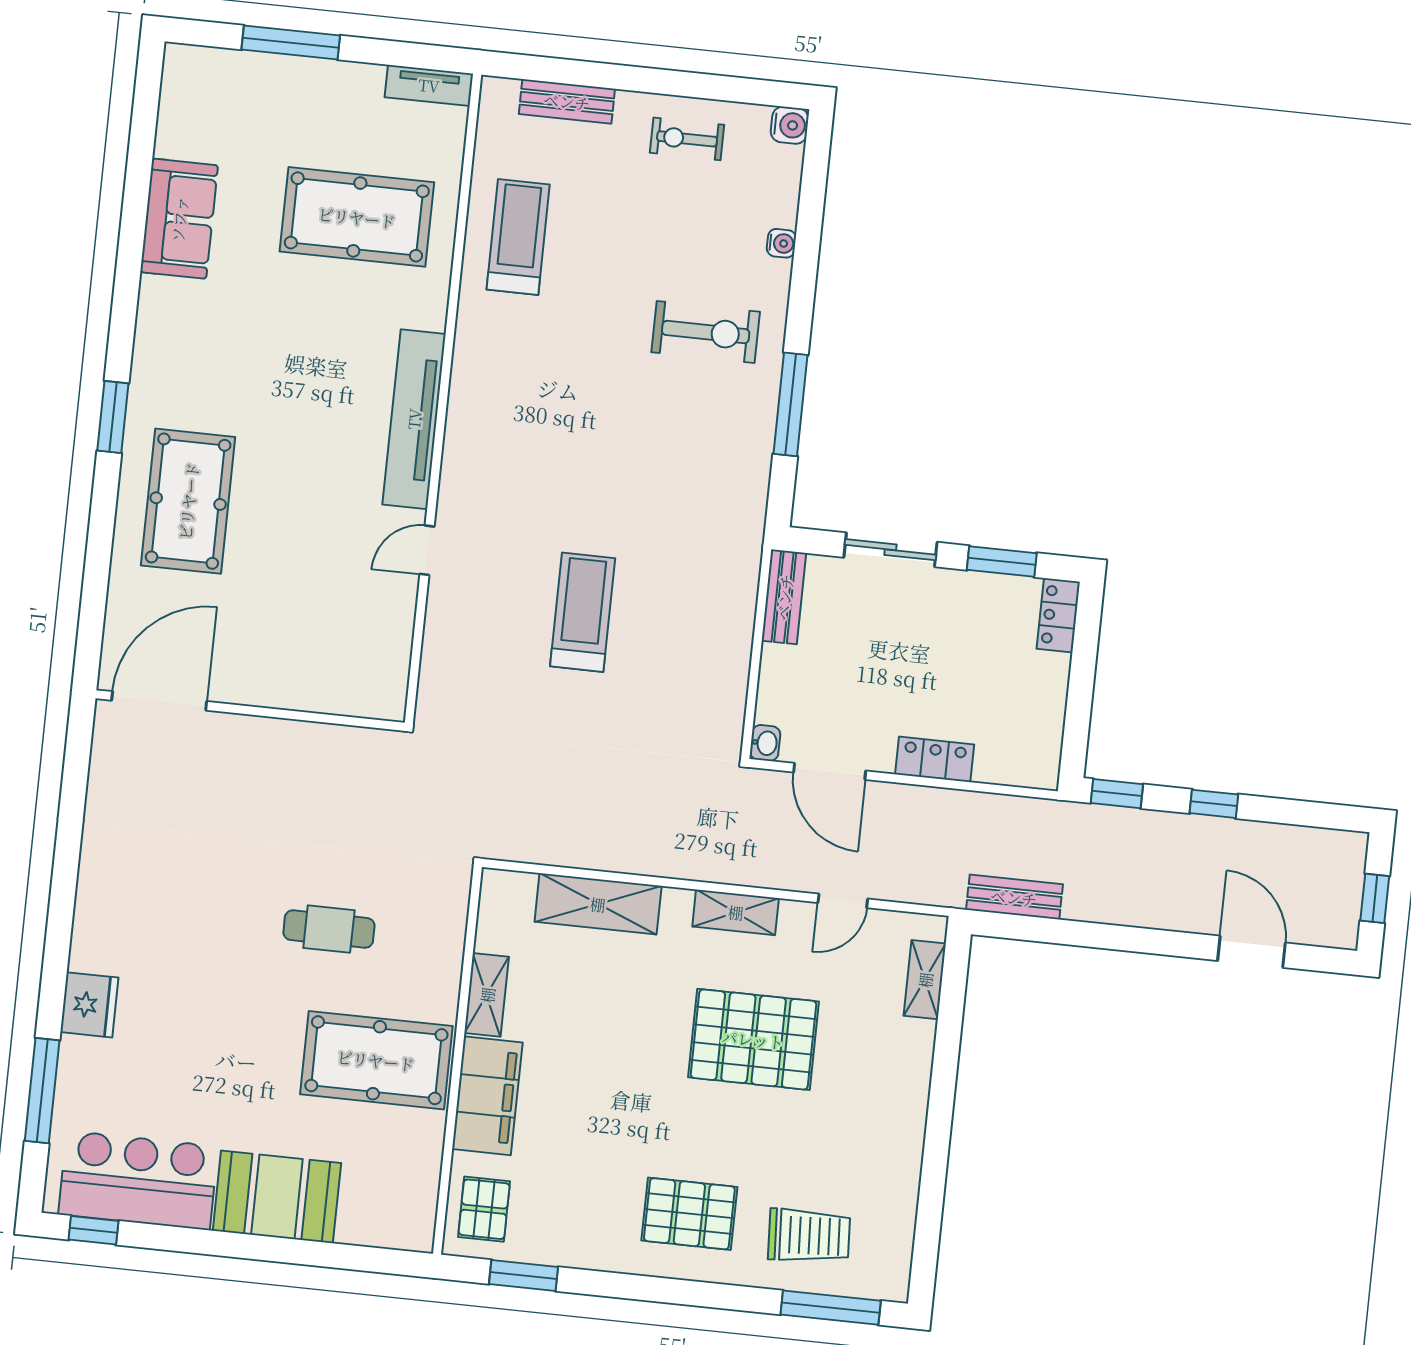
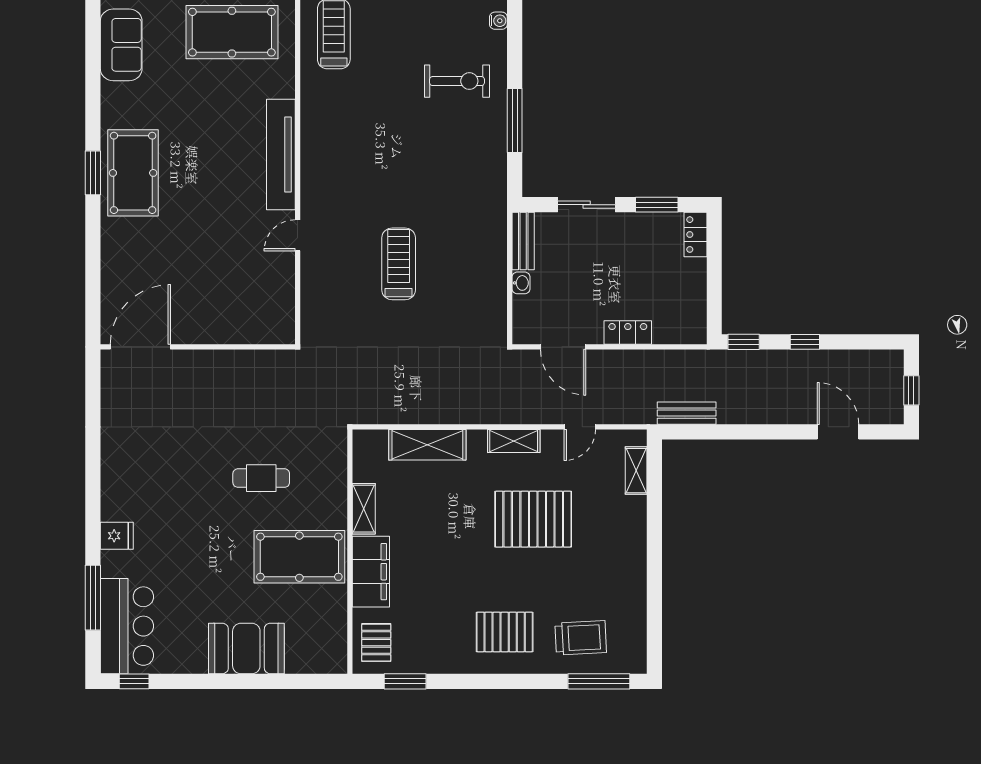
pool table: (188, 501) -> (133, 173), moved
washbasin: (765, 743) -> (521, 283), moved
fridge: (89, 1005) -> (117, 536), width x0.72
bar counter: (138, 1180) -> (127, 626), moved, turned 90

